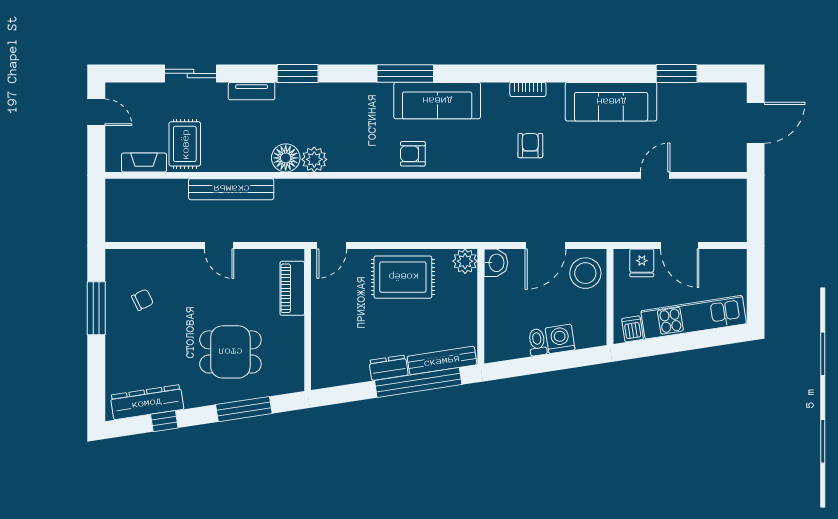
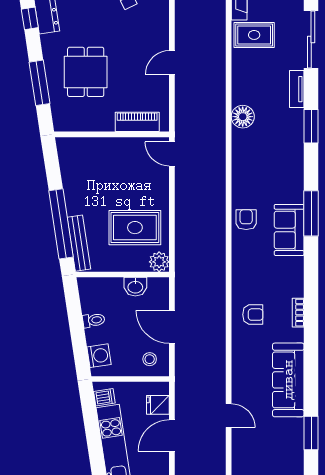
sliding door: (190, 73) -> (311, 40), width x1.37
sofa: (437, 101) -> (289, 230), width x0.73
plant: (314, 159) -> (242, 140), removed
bench: (231, 189) -> (217, 72), removed
washbasin: (496, 263) -> (135, 287), moved
stool: (585, 273) -> (150, 359), width x0.53, depth x0.53
rug: (403, 277) -> (135, 228), moved, turned 90
washing machine: (560, 339) -> (99, 356), moved
dresser: (389, 368) -> (73, 200), removed

